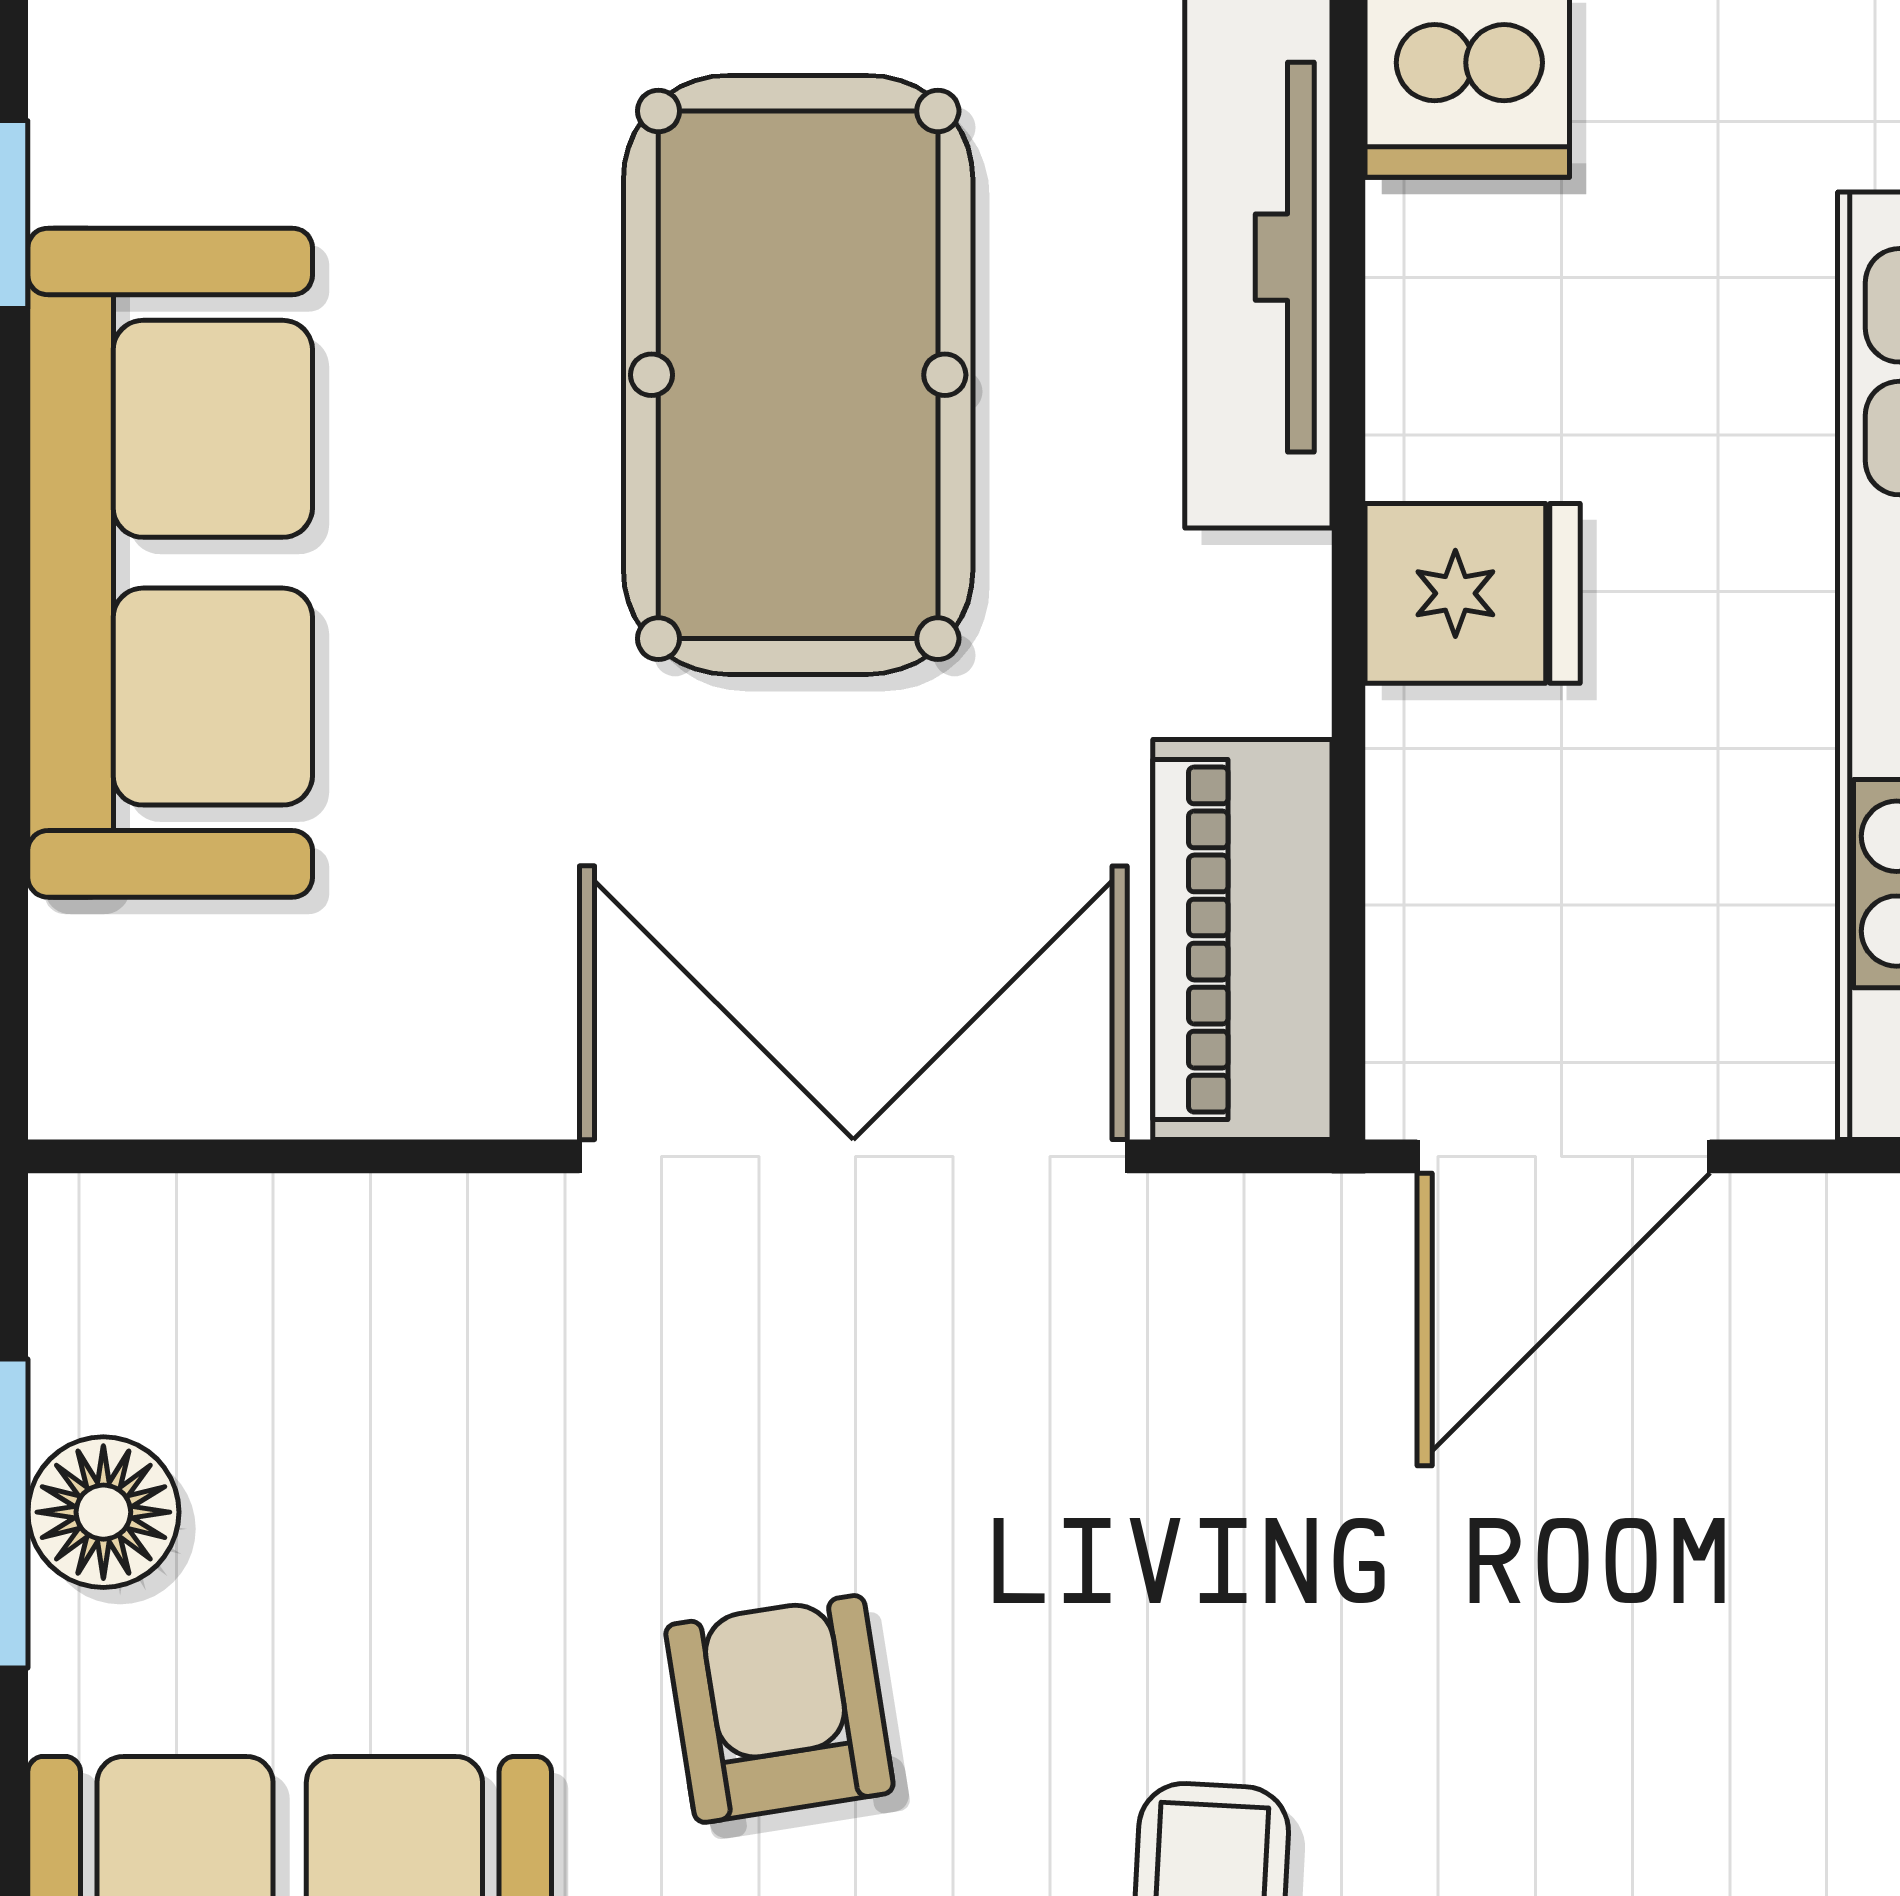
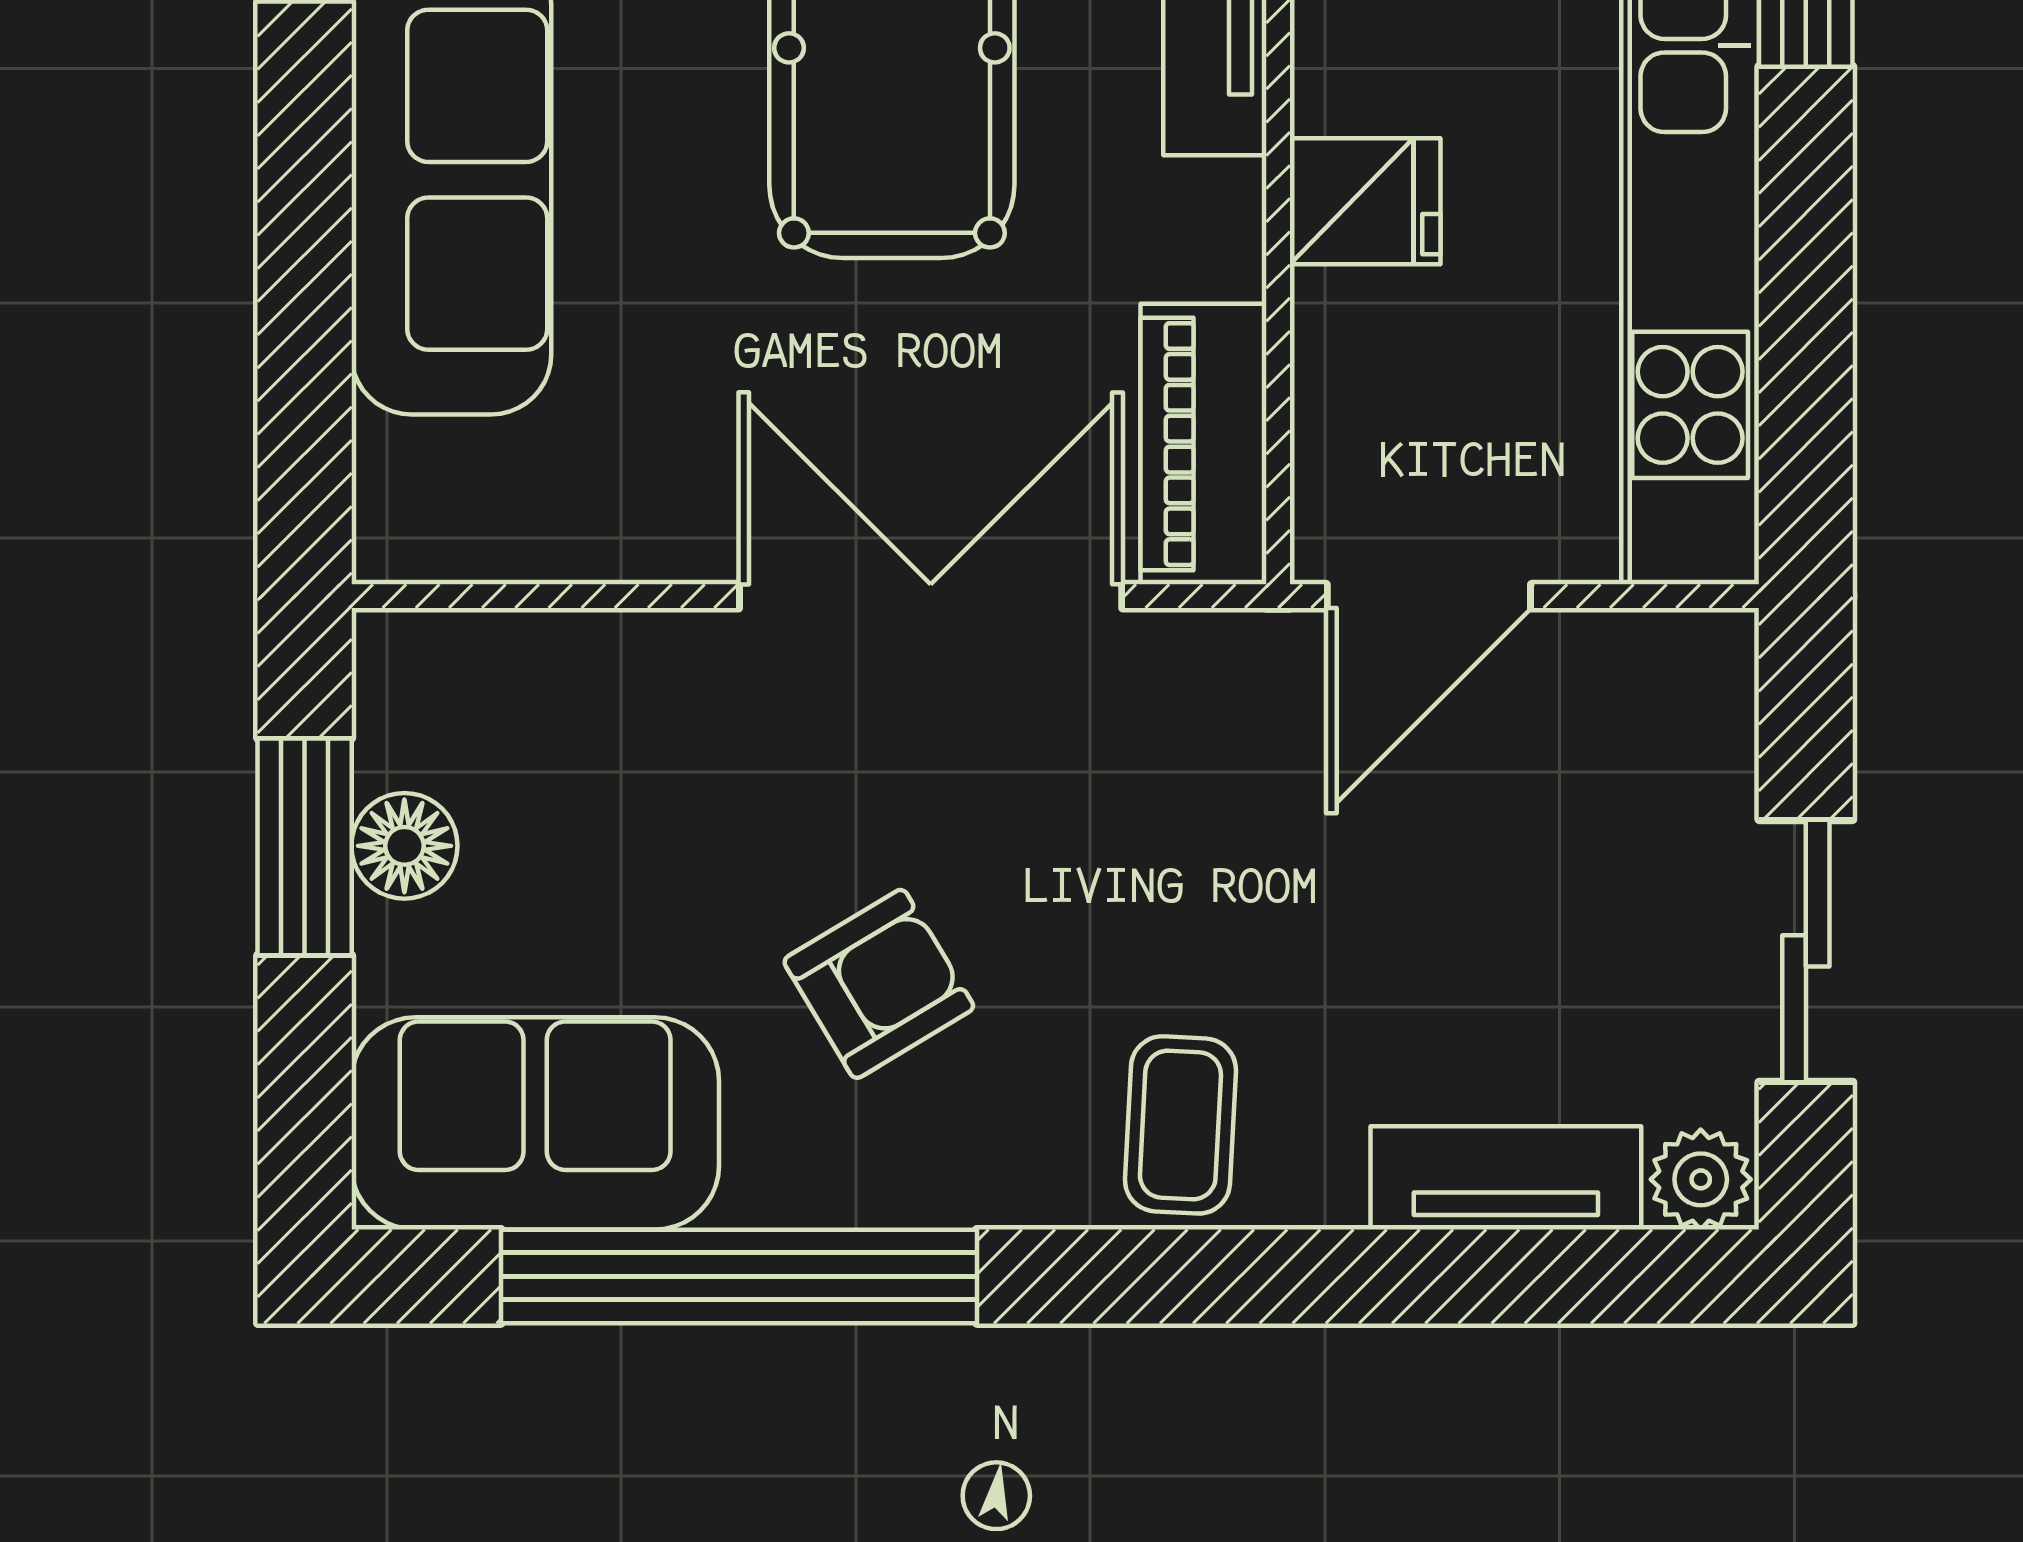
armchair: (779, 1709) -> (879, 984), turned 68

